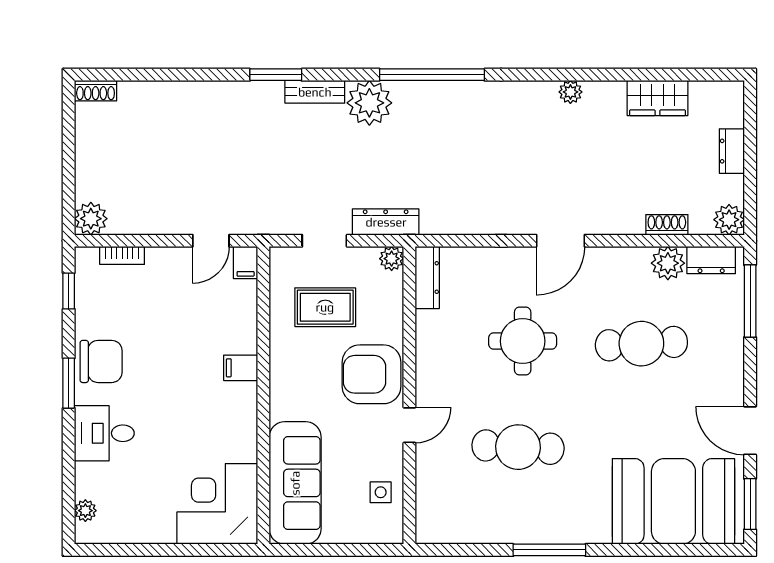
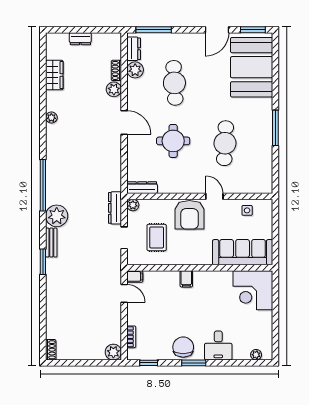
plant: (729, 220) -> (114, 89), moved

